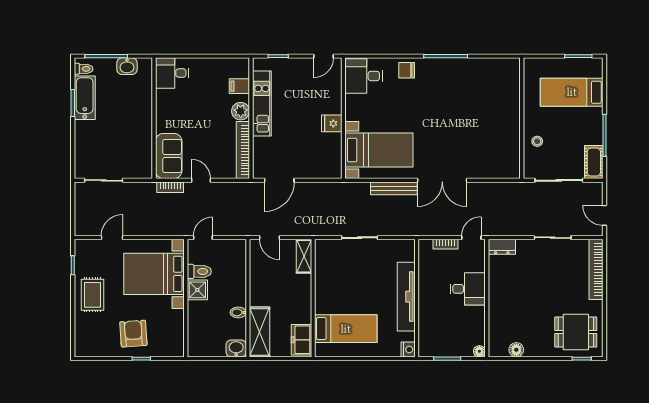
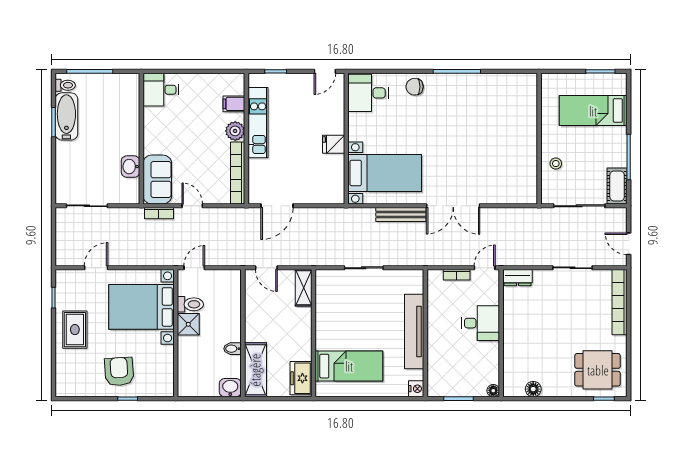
washbasin: (127, 66) -> (130, 167), moved, turned 90

